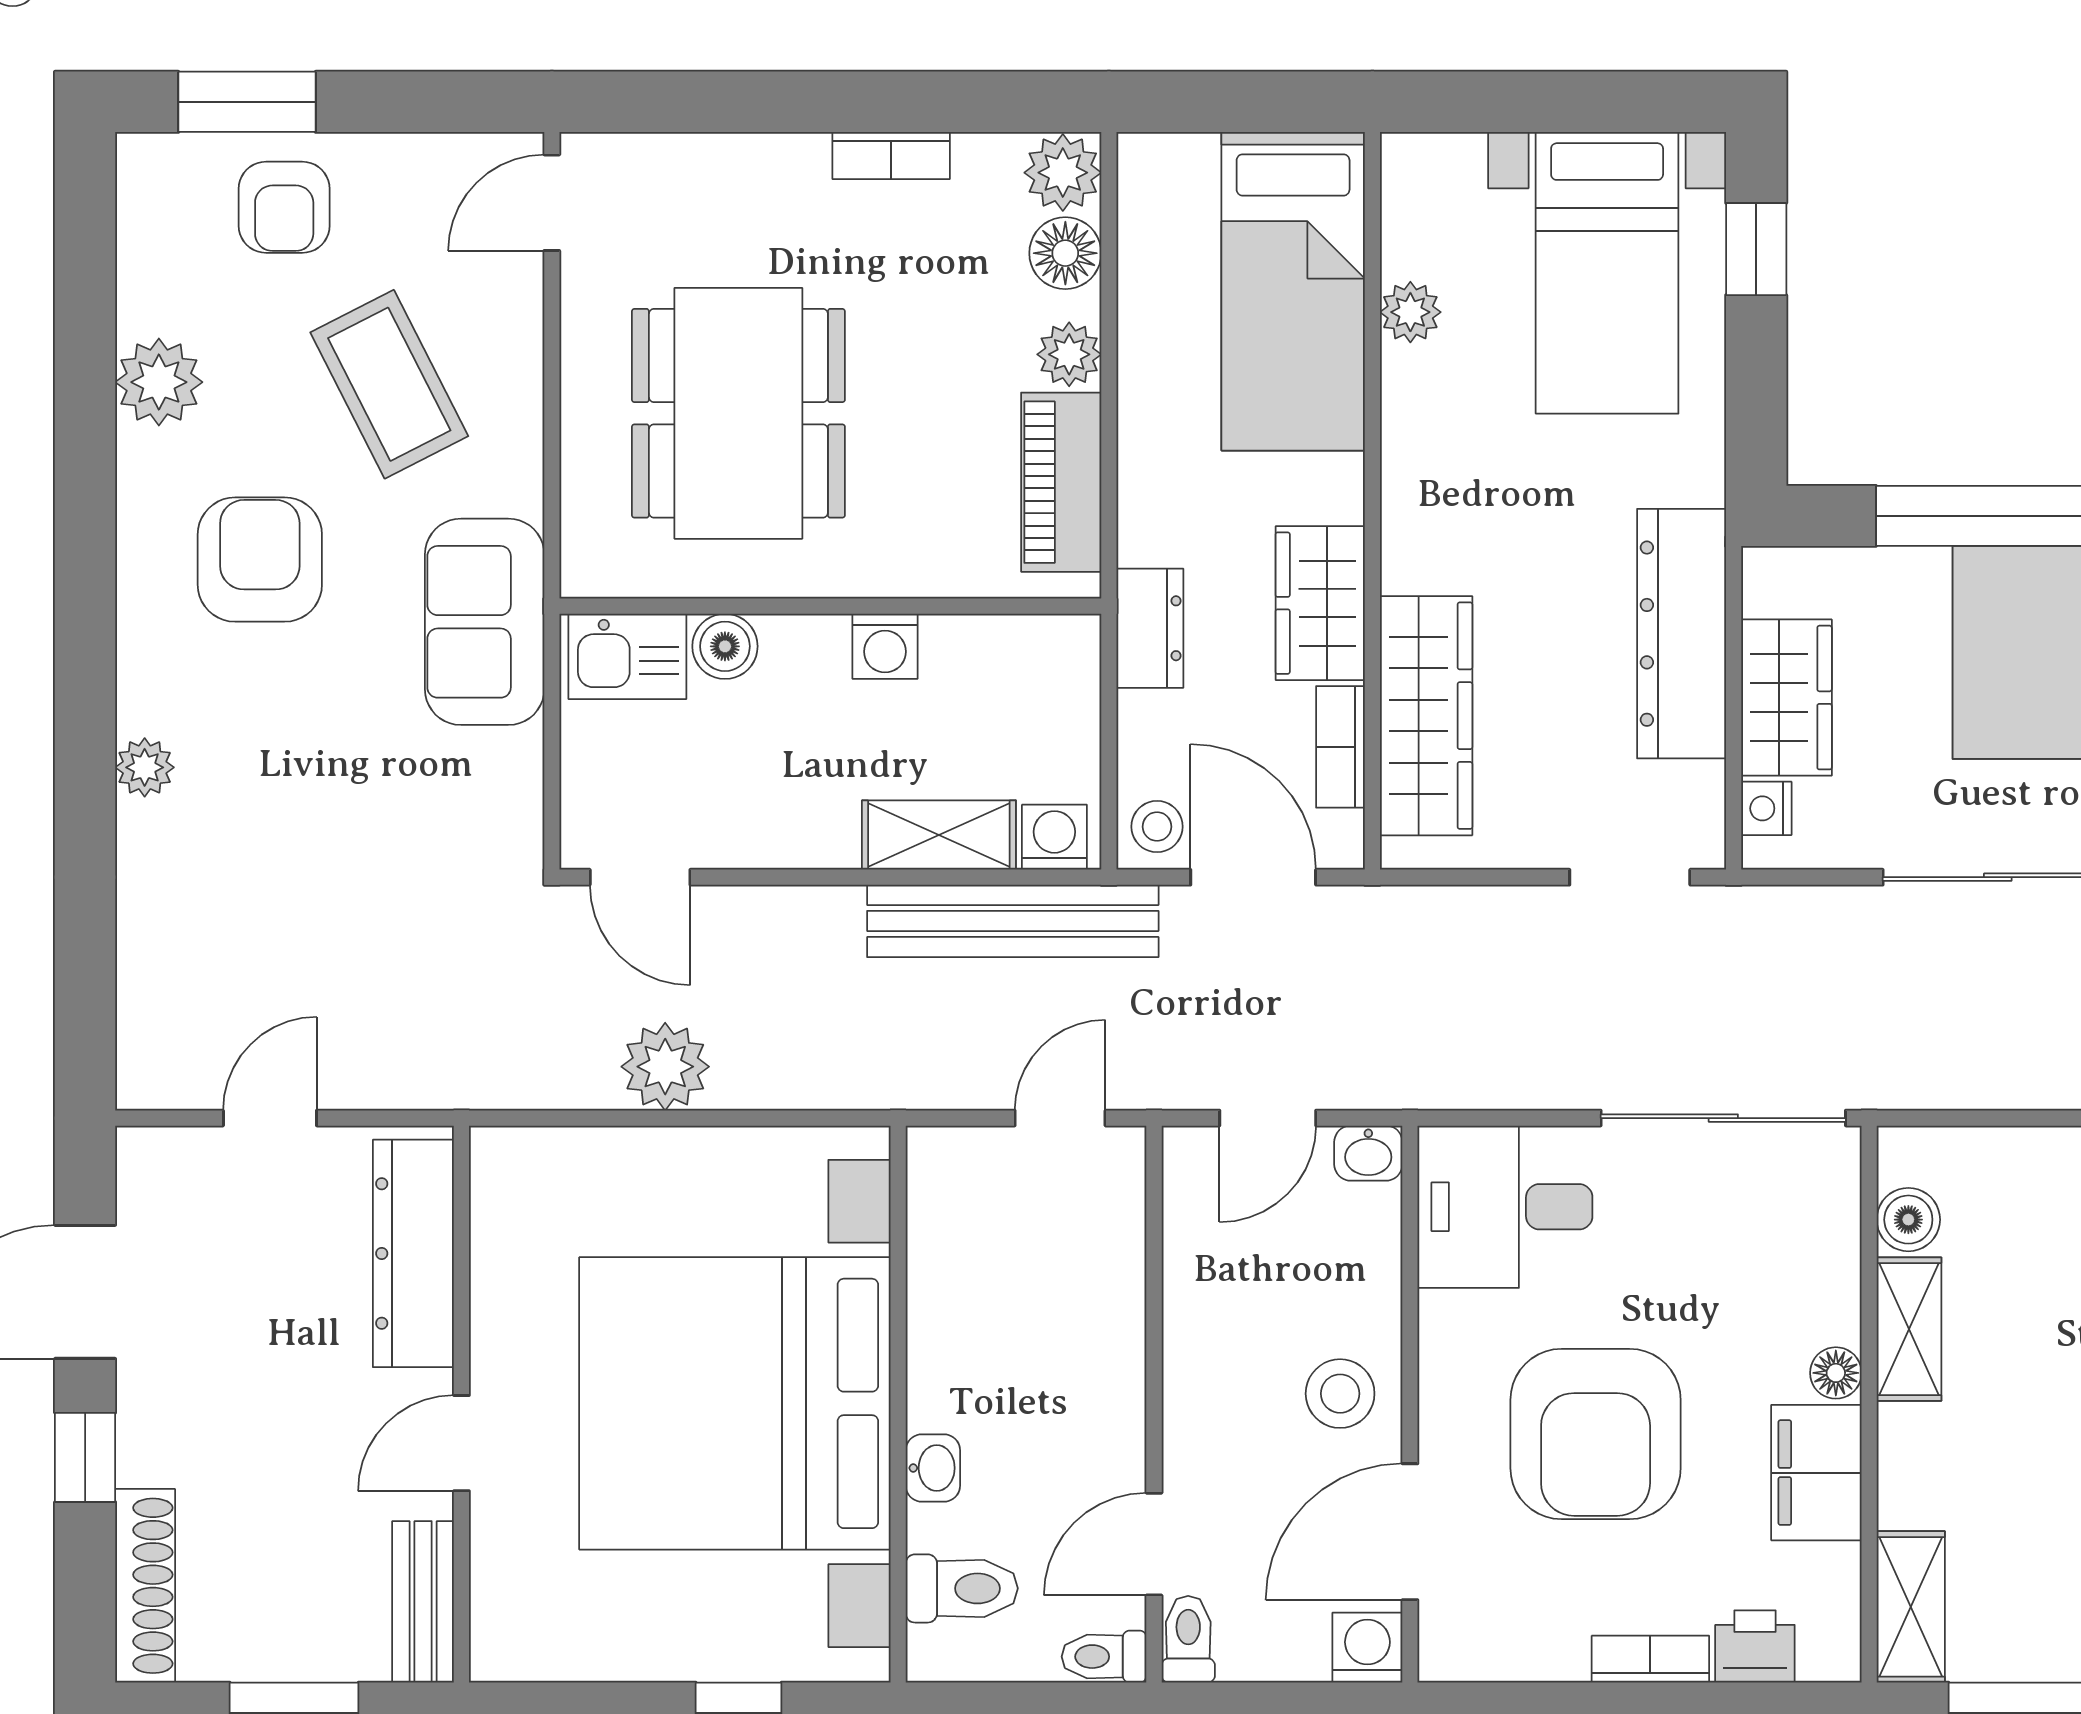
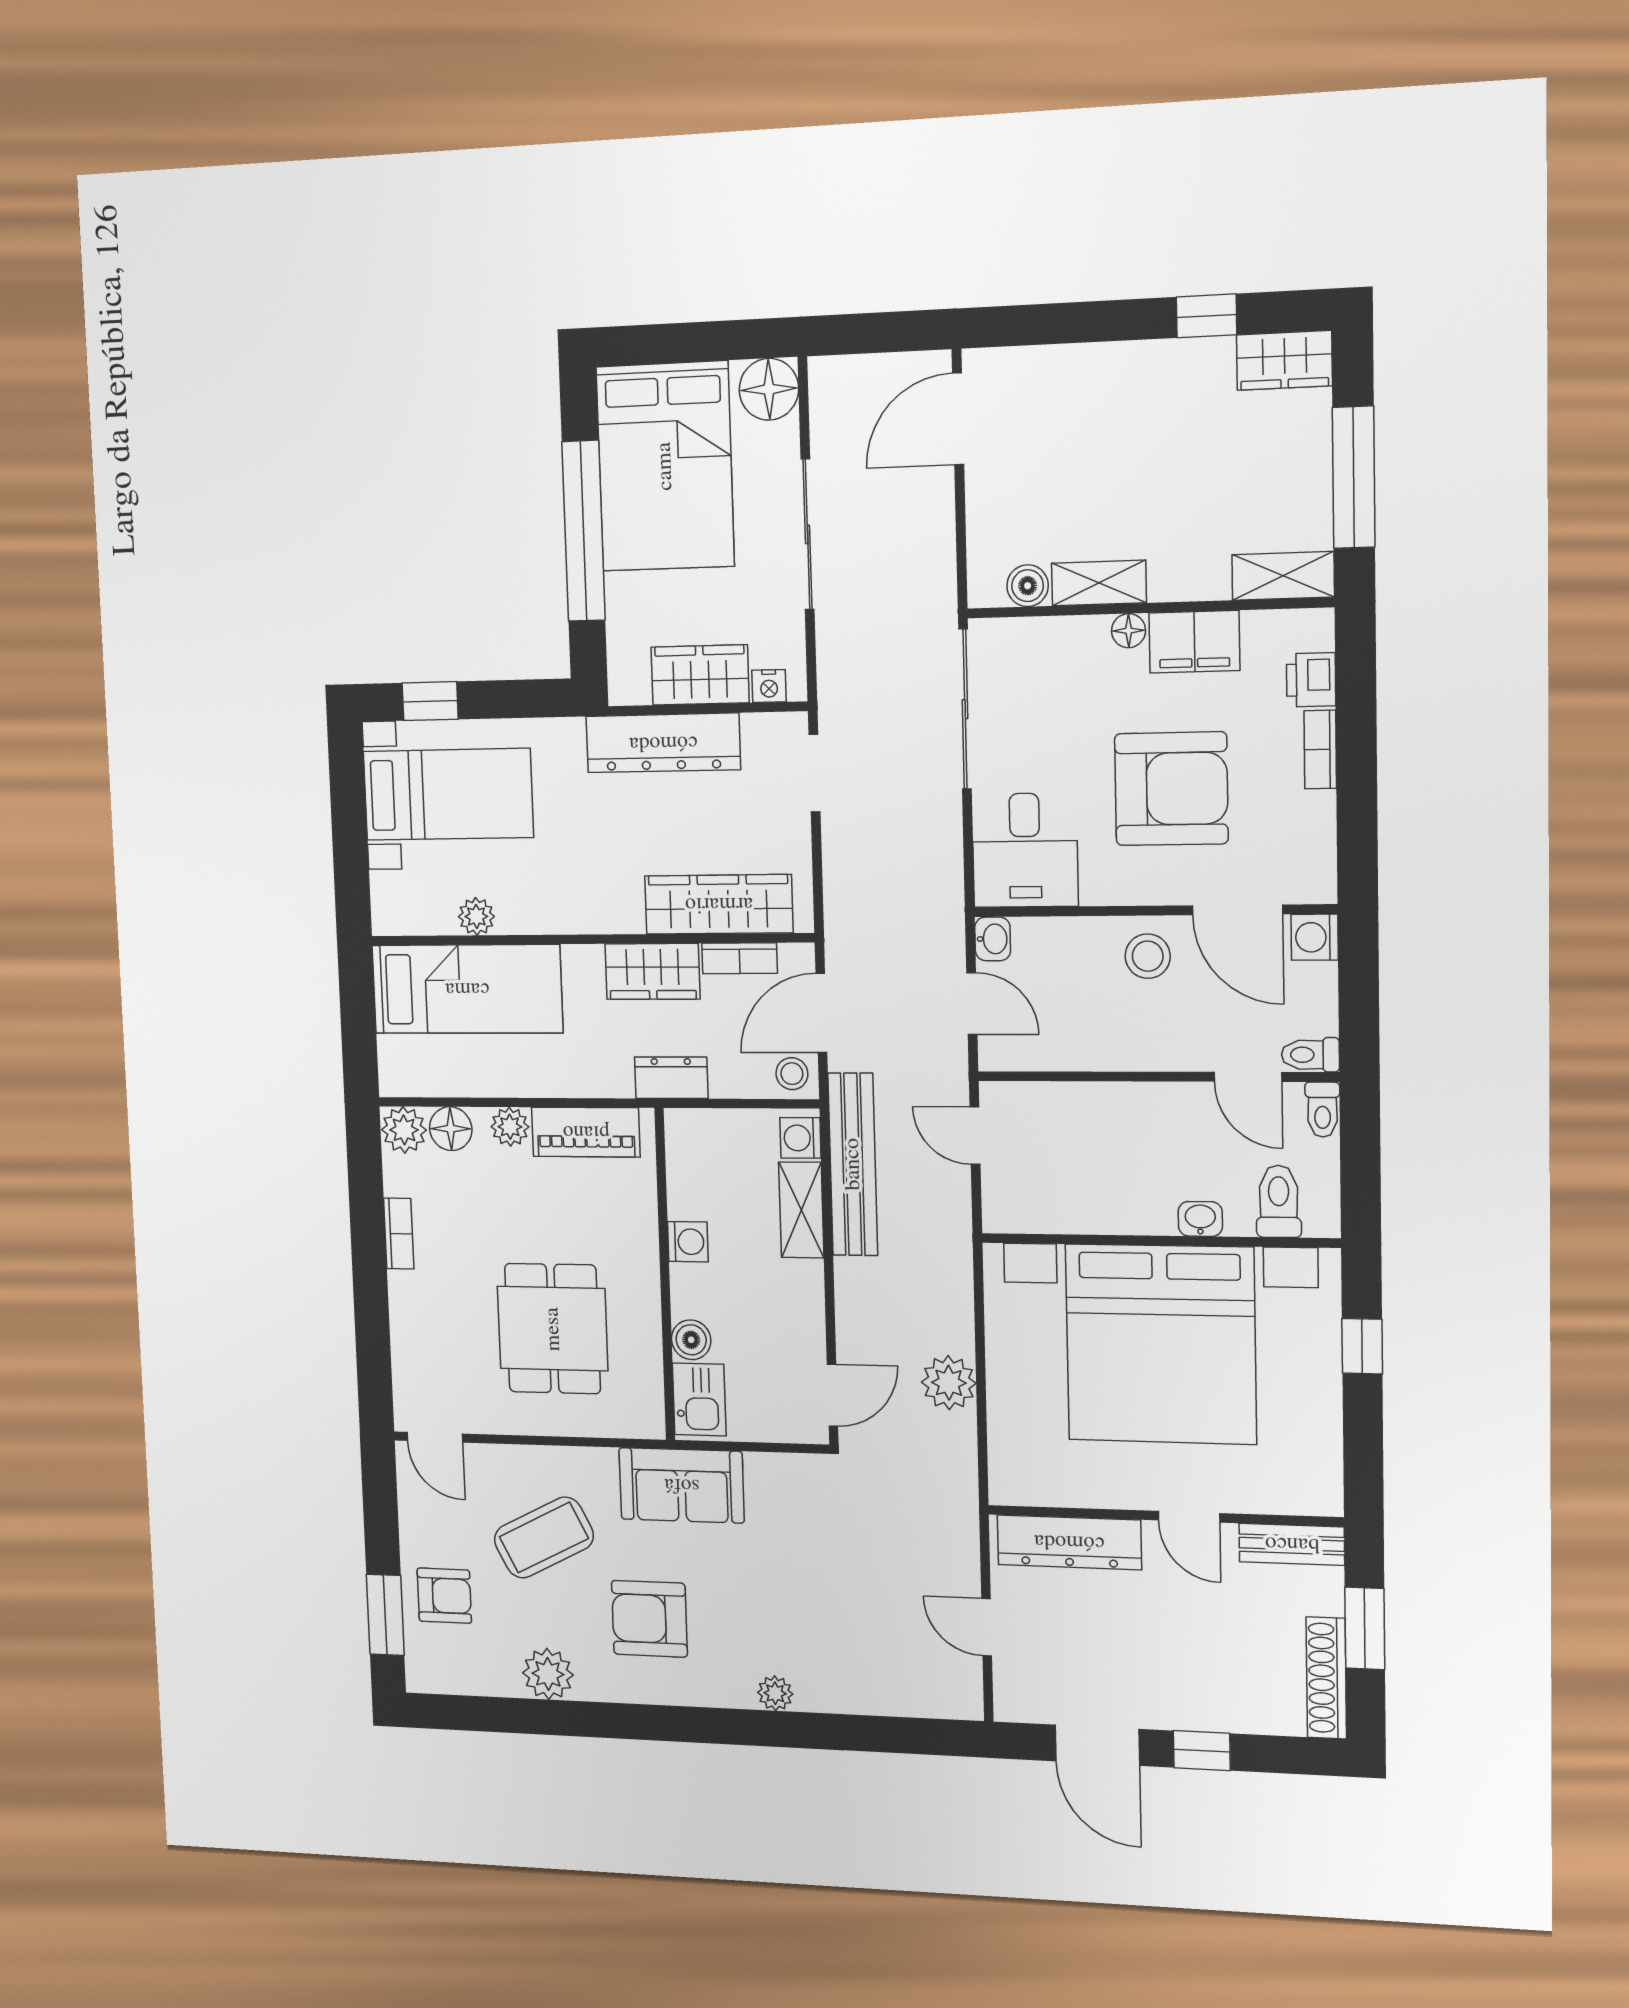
dining table: (738, 413) -> (553, 1329), width x0.73
shoe rack: (145, 1586) -> (1326, 1678), moved, turned -90

